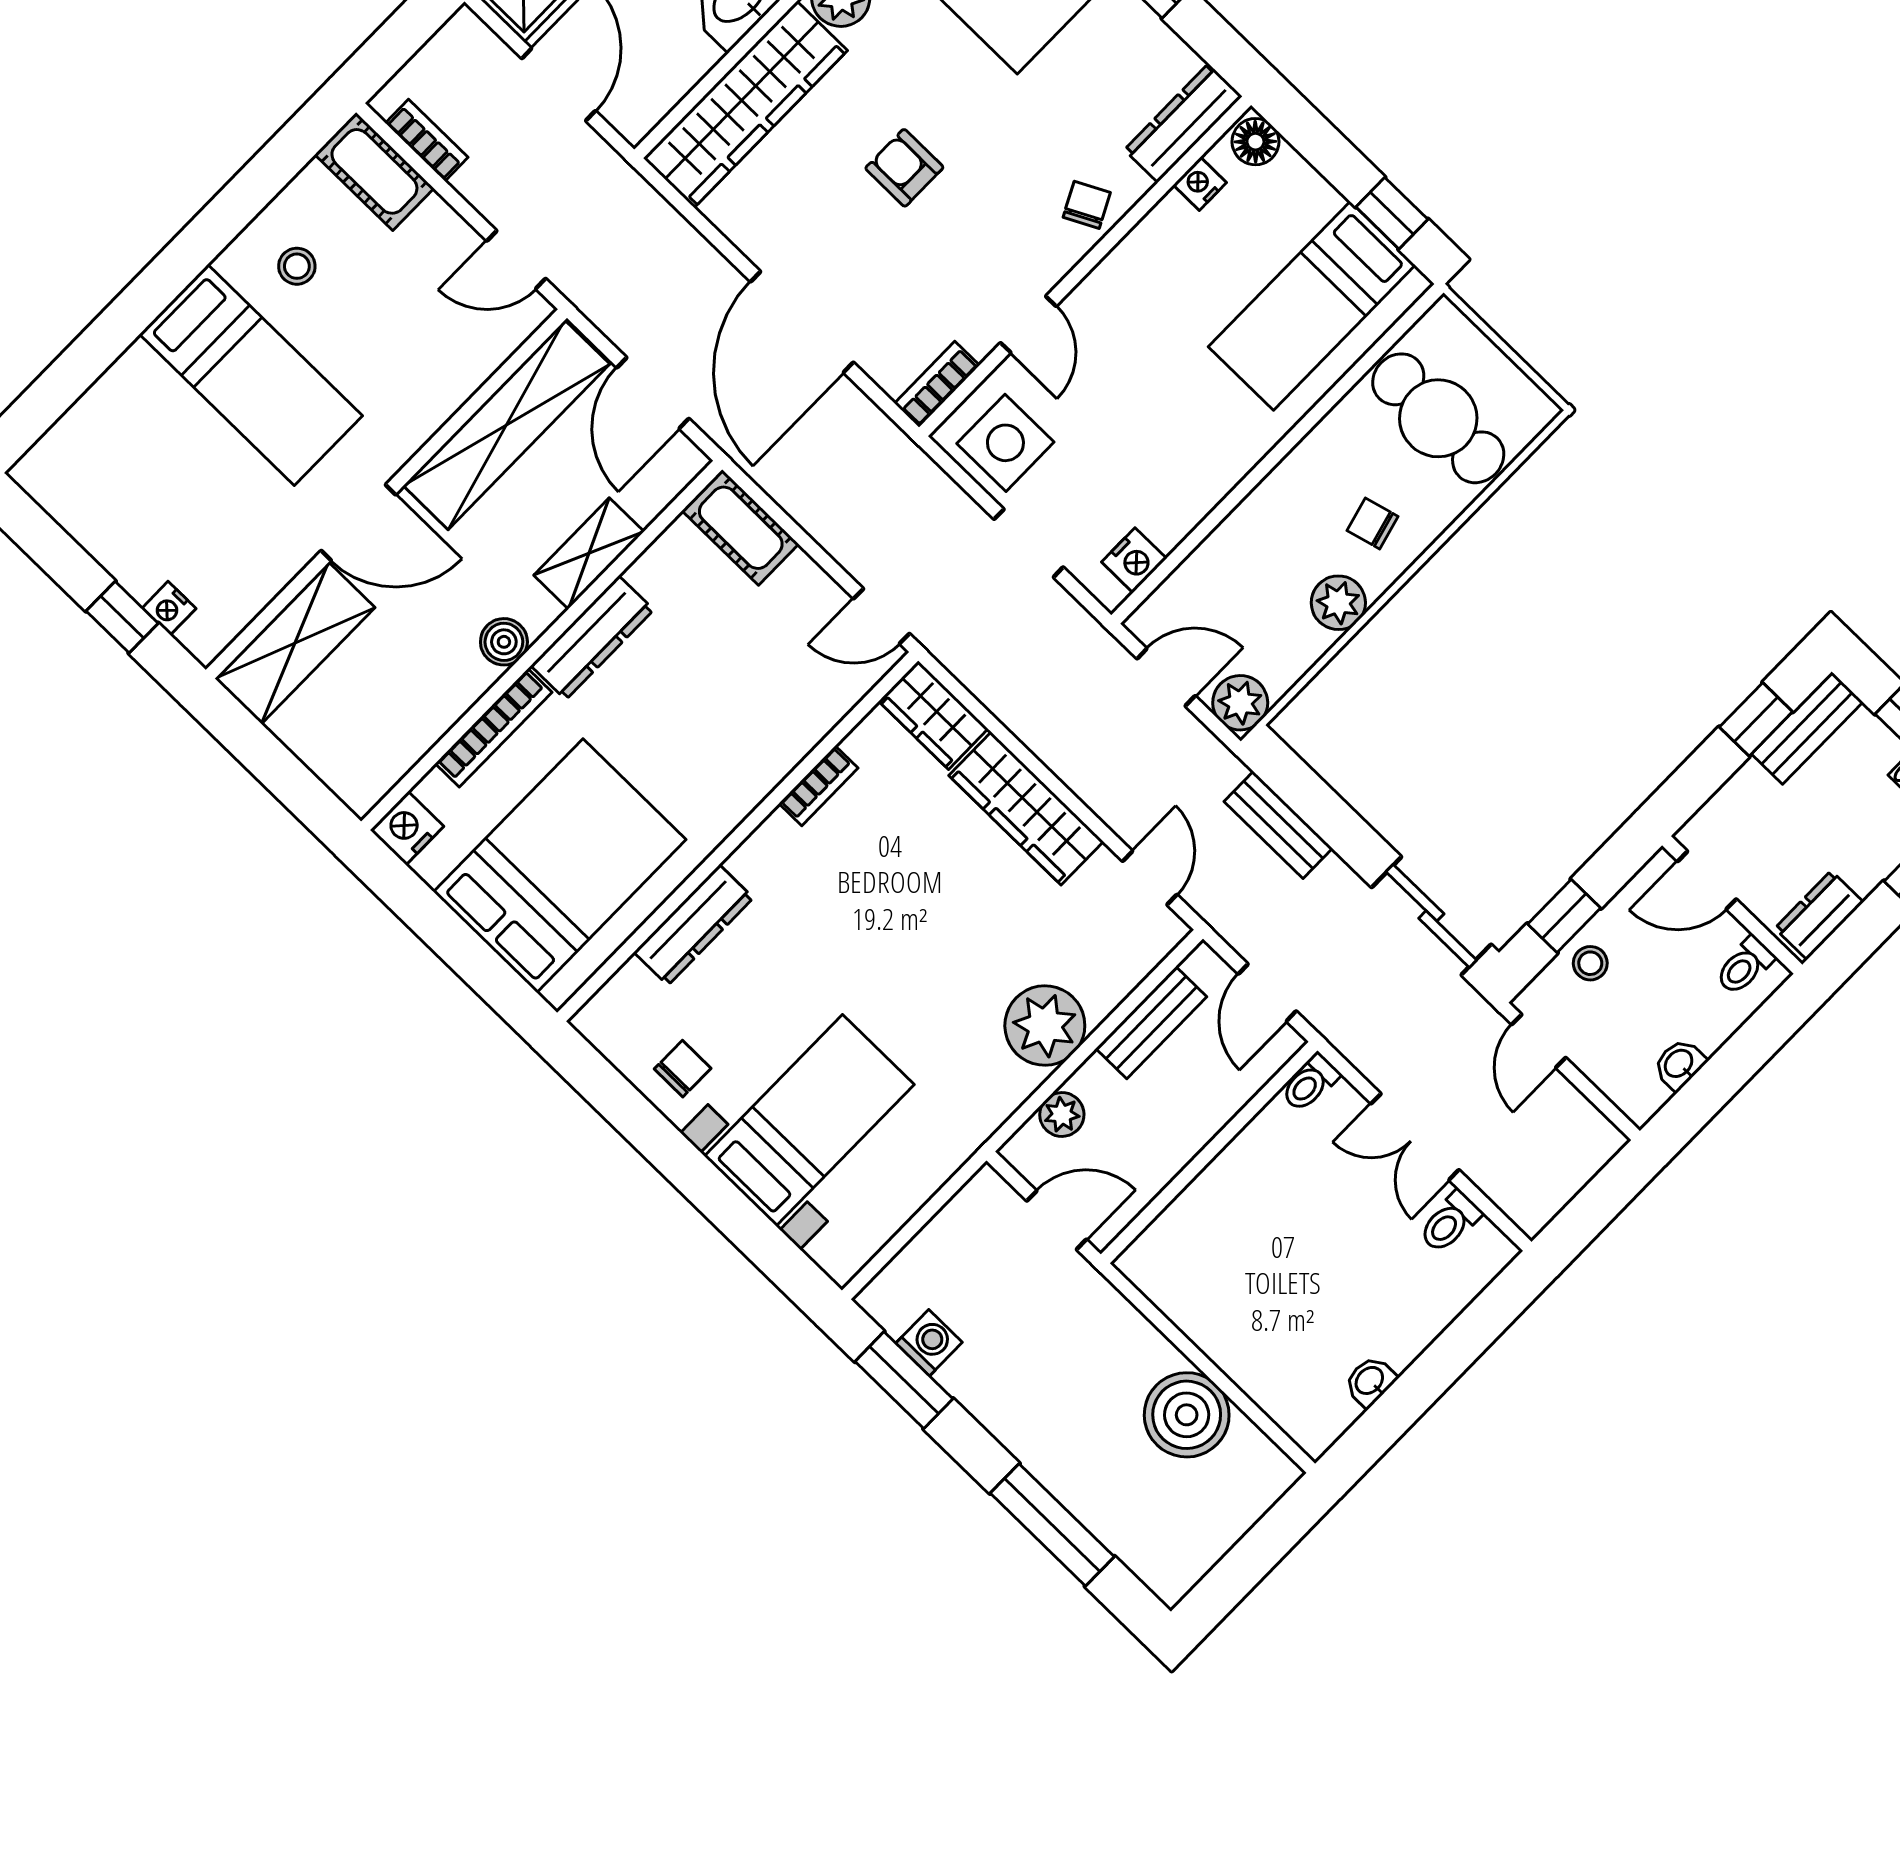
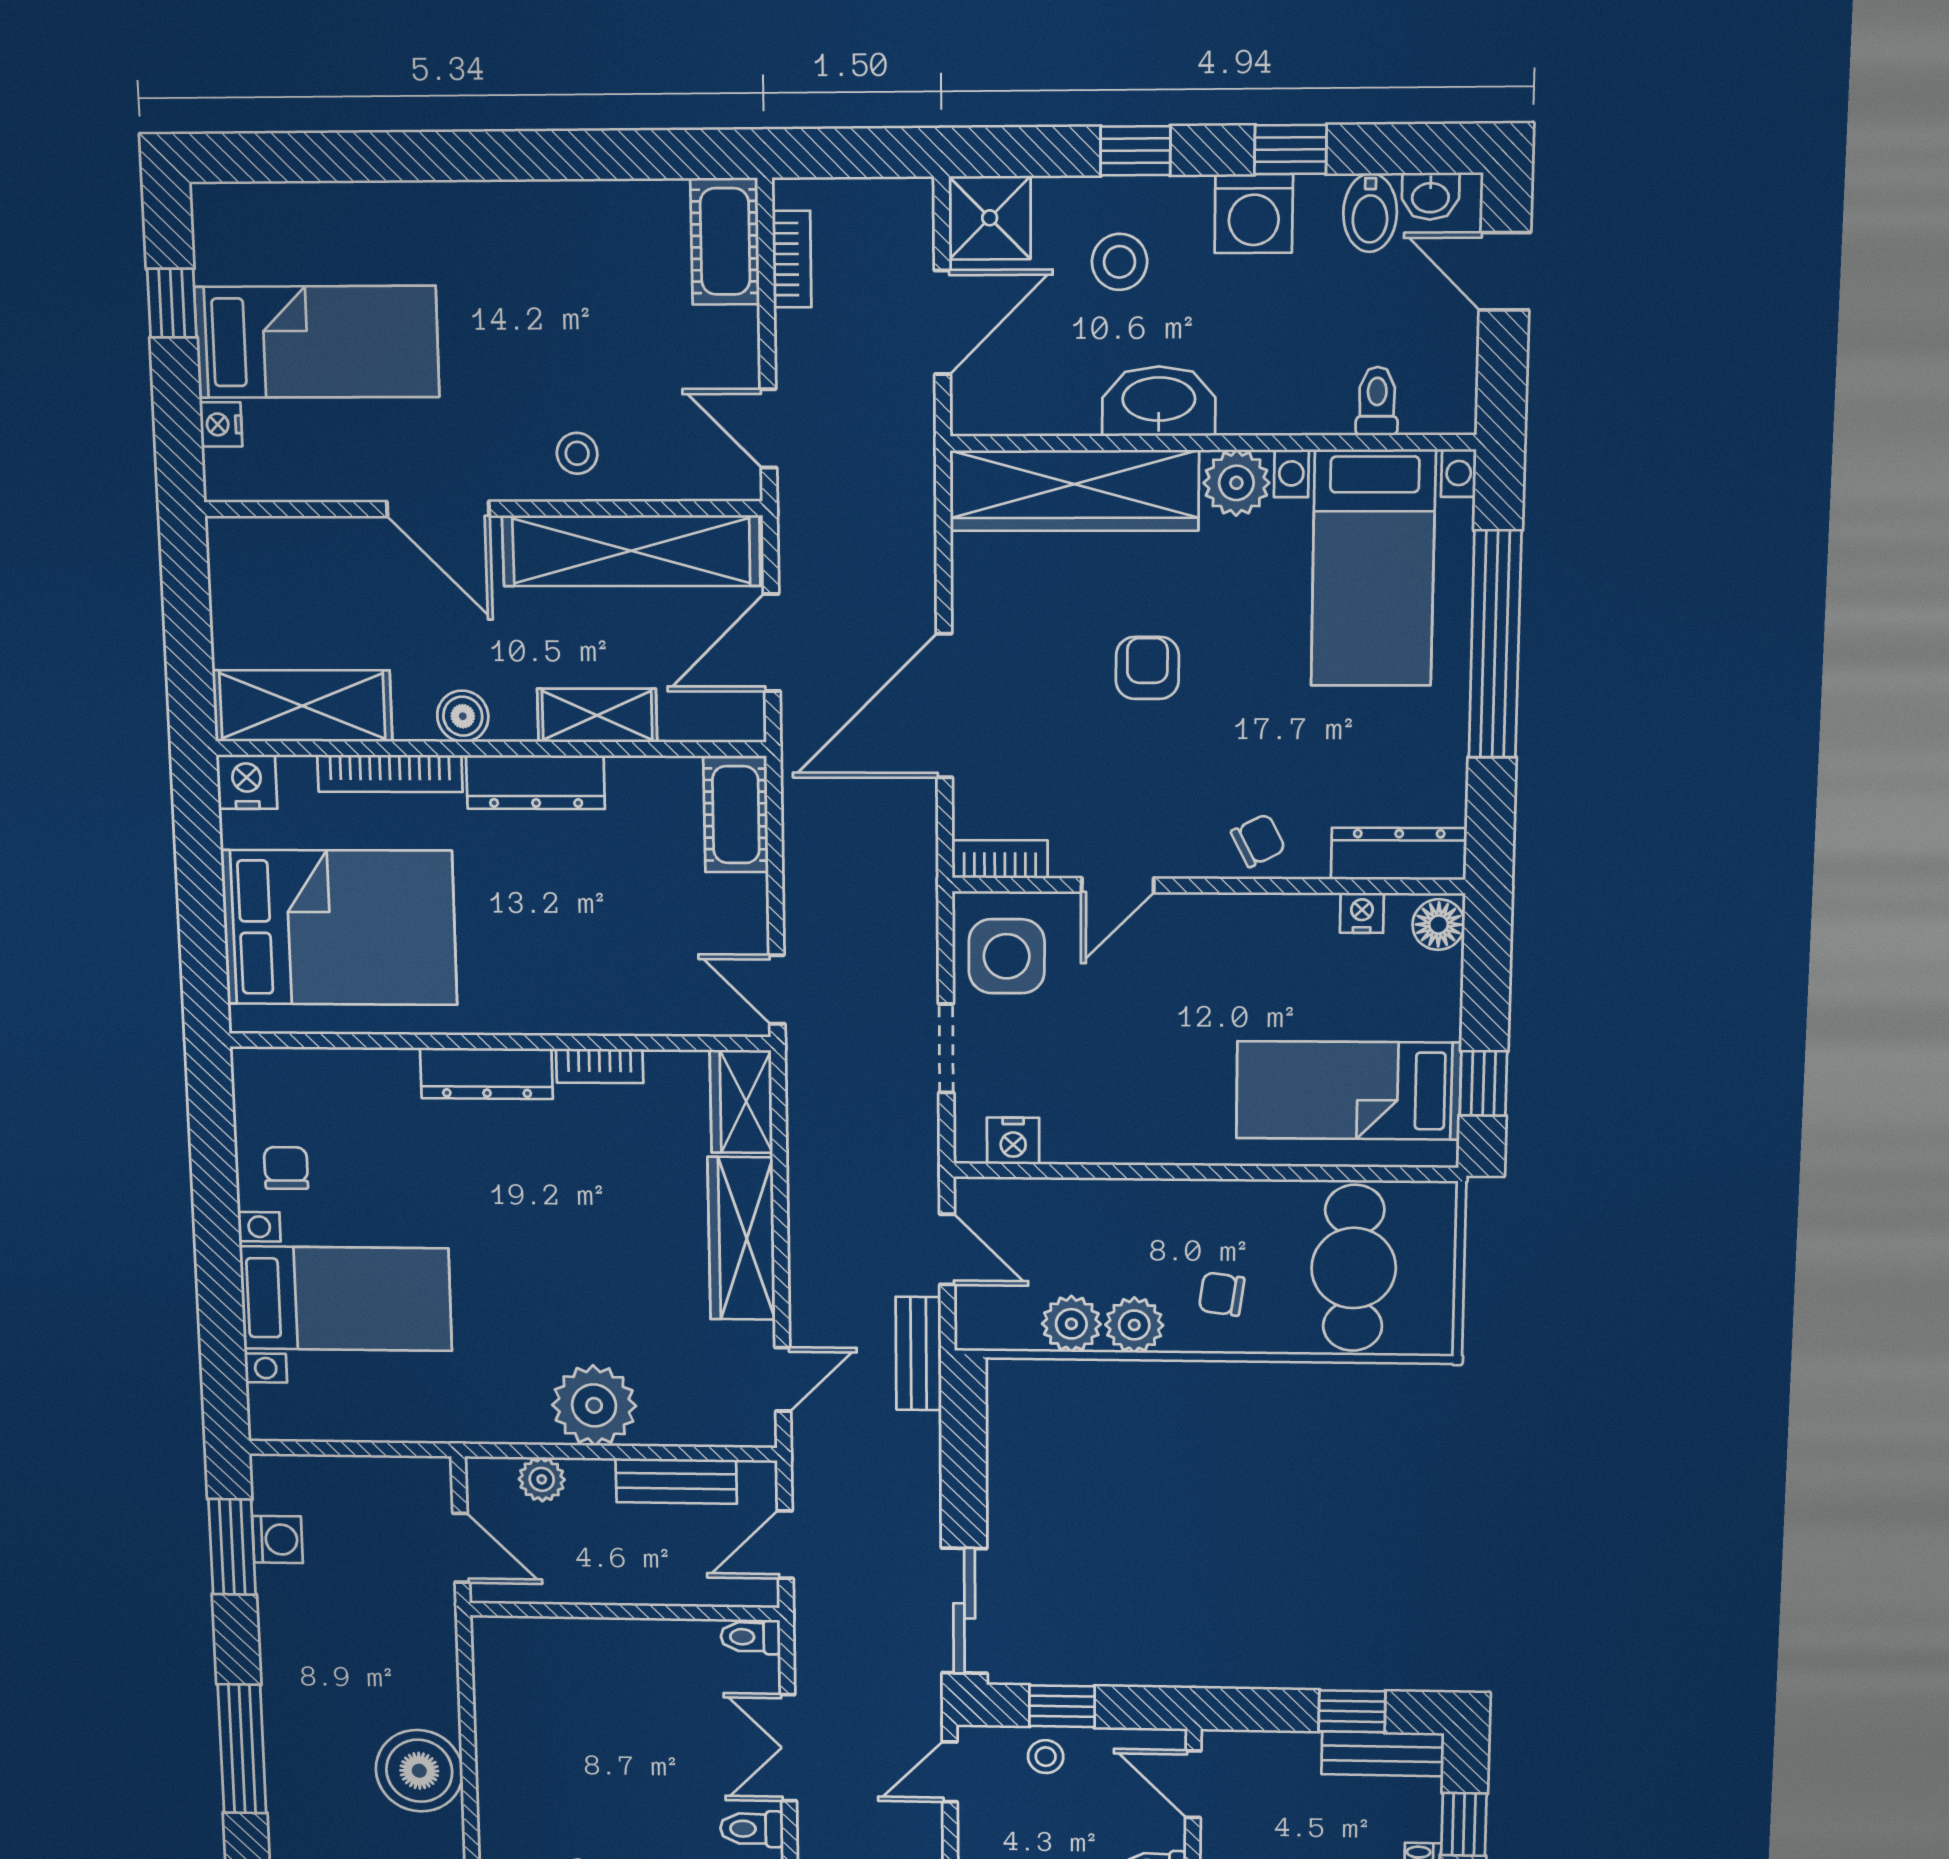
stool: (297, 266) -> (577, 453), moved
bed: (251, 375) -> (317, 342), moved, turned -90
chair: (1373, 524) -> (1222, 1294), turned -67
window: (122, 617) -> (172, 303), moved
shelving: (295, 643) -> (302, 706), moved
plant: (1240, 703) -> (1071, 1324), moved
bench: (1278, 825) -> (919, 1354), moved
dresser: (694, 925) -> (486, 1073), moved
chair: (683, 1069) -> (286, 1168), turned -90

